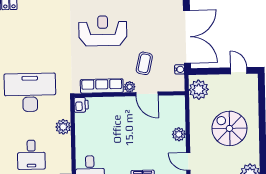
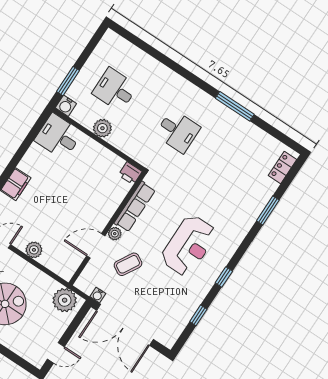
coffee table: (144, 63) -> (128, 264), turned -73
desk: (30, 92) -> (178, 131), width x0.53, depth x0.77
plant: (63, 127) -> (102, 128), moved

